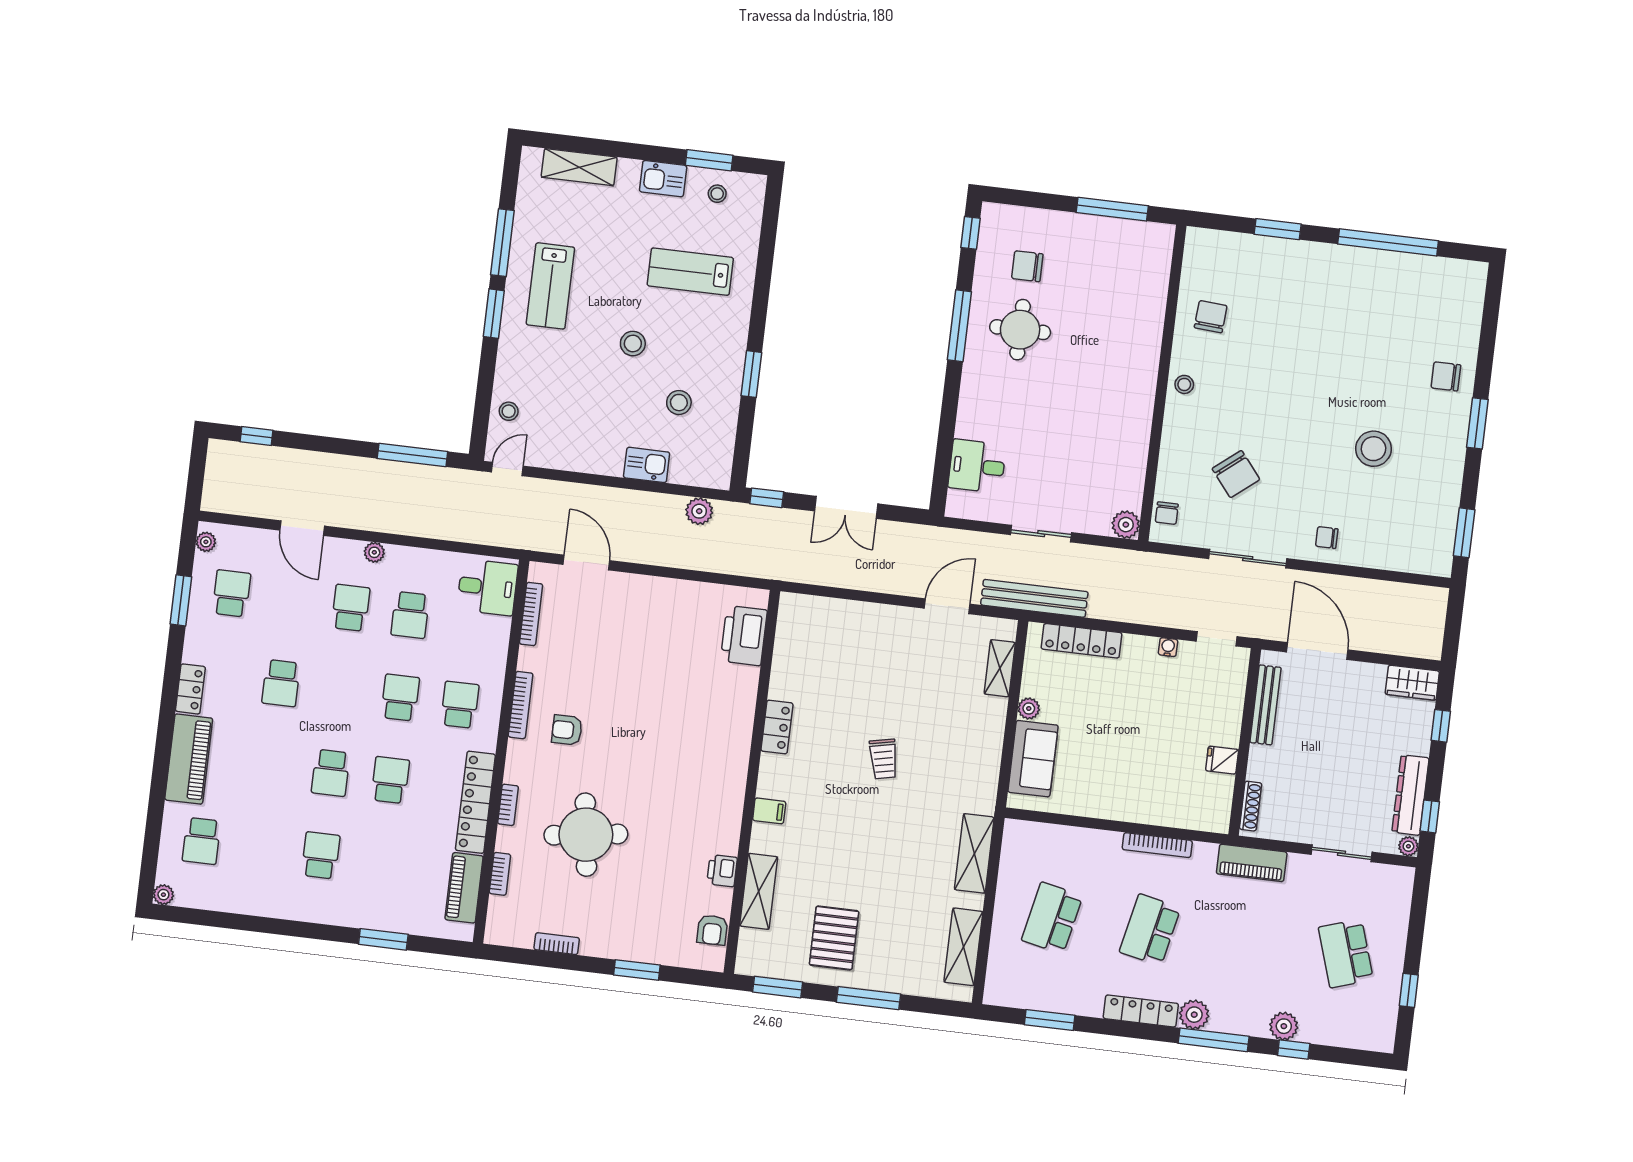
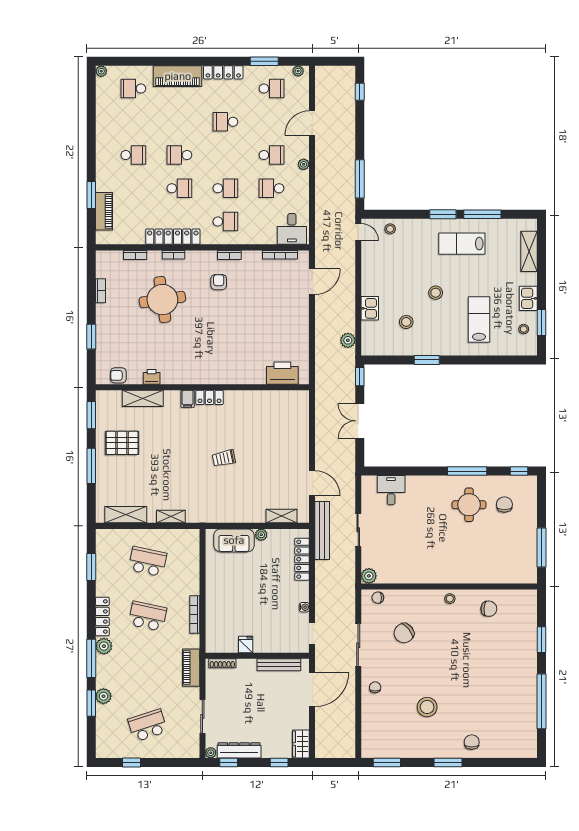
locker: (190, 689) -> (223, 72), width x1.53
bookcase: (521, 705) -> (229, 255), width x0.64
locker: (777, 727) -> (210, 397), moved
shelving: (974, 853) -> (171, 517), width x0.67, depth x0.75
piano: (464, 888) -> (104, 211), moved, turned 90
window: (1294, 1050) -> (91, 703), width x1.50

